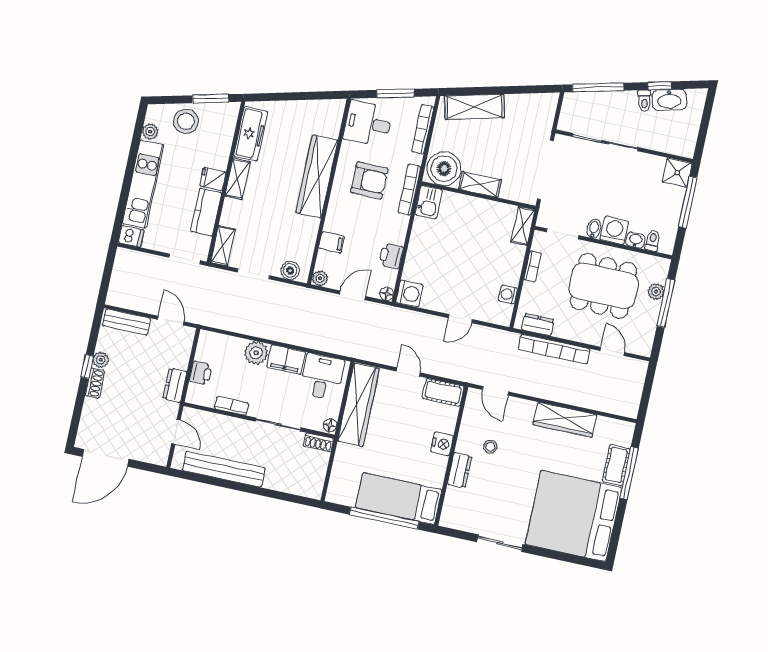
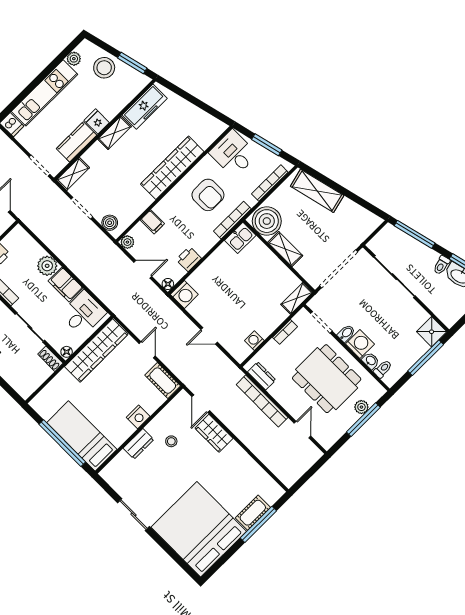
wardrobe: (565, 420) -> (214, 433), moved, width x0.67

